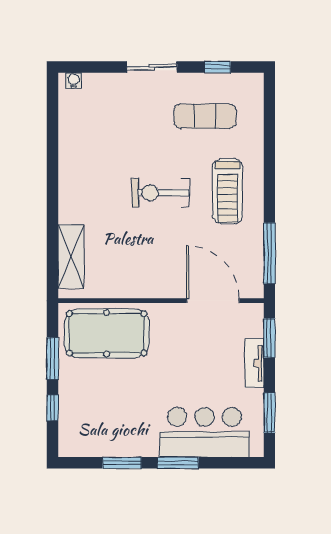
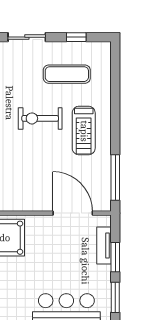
exercise bike: (161, 193) -> (40, 118), moved
window: (269, 338) -> (115, 257), moved
tv unit: (254, 363) -> (104, 246), moved

